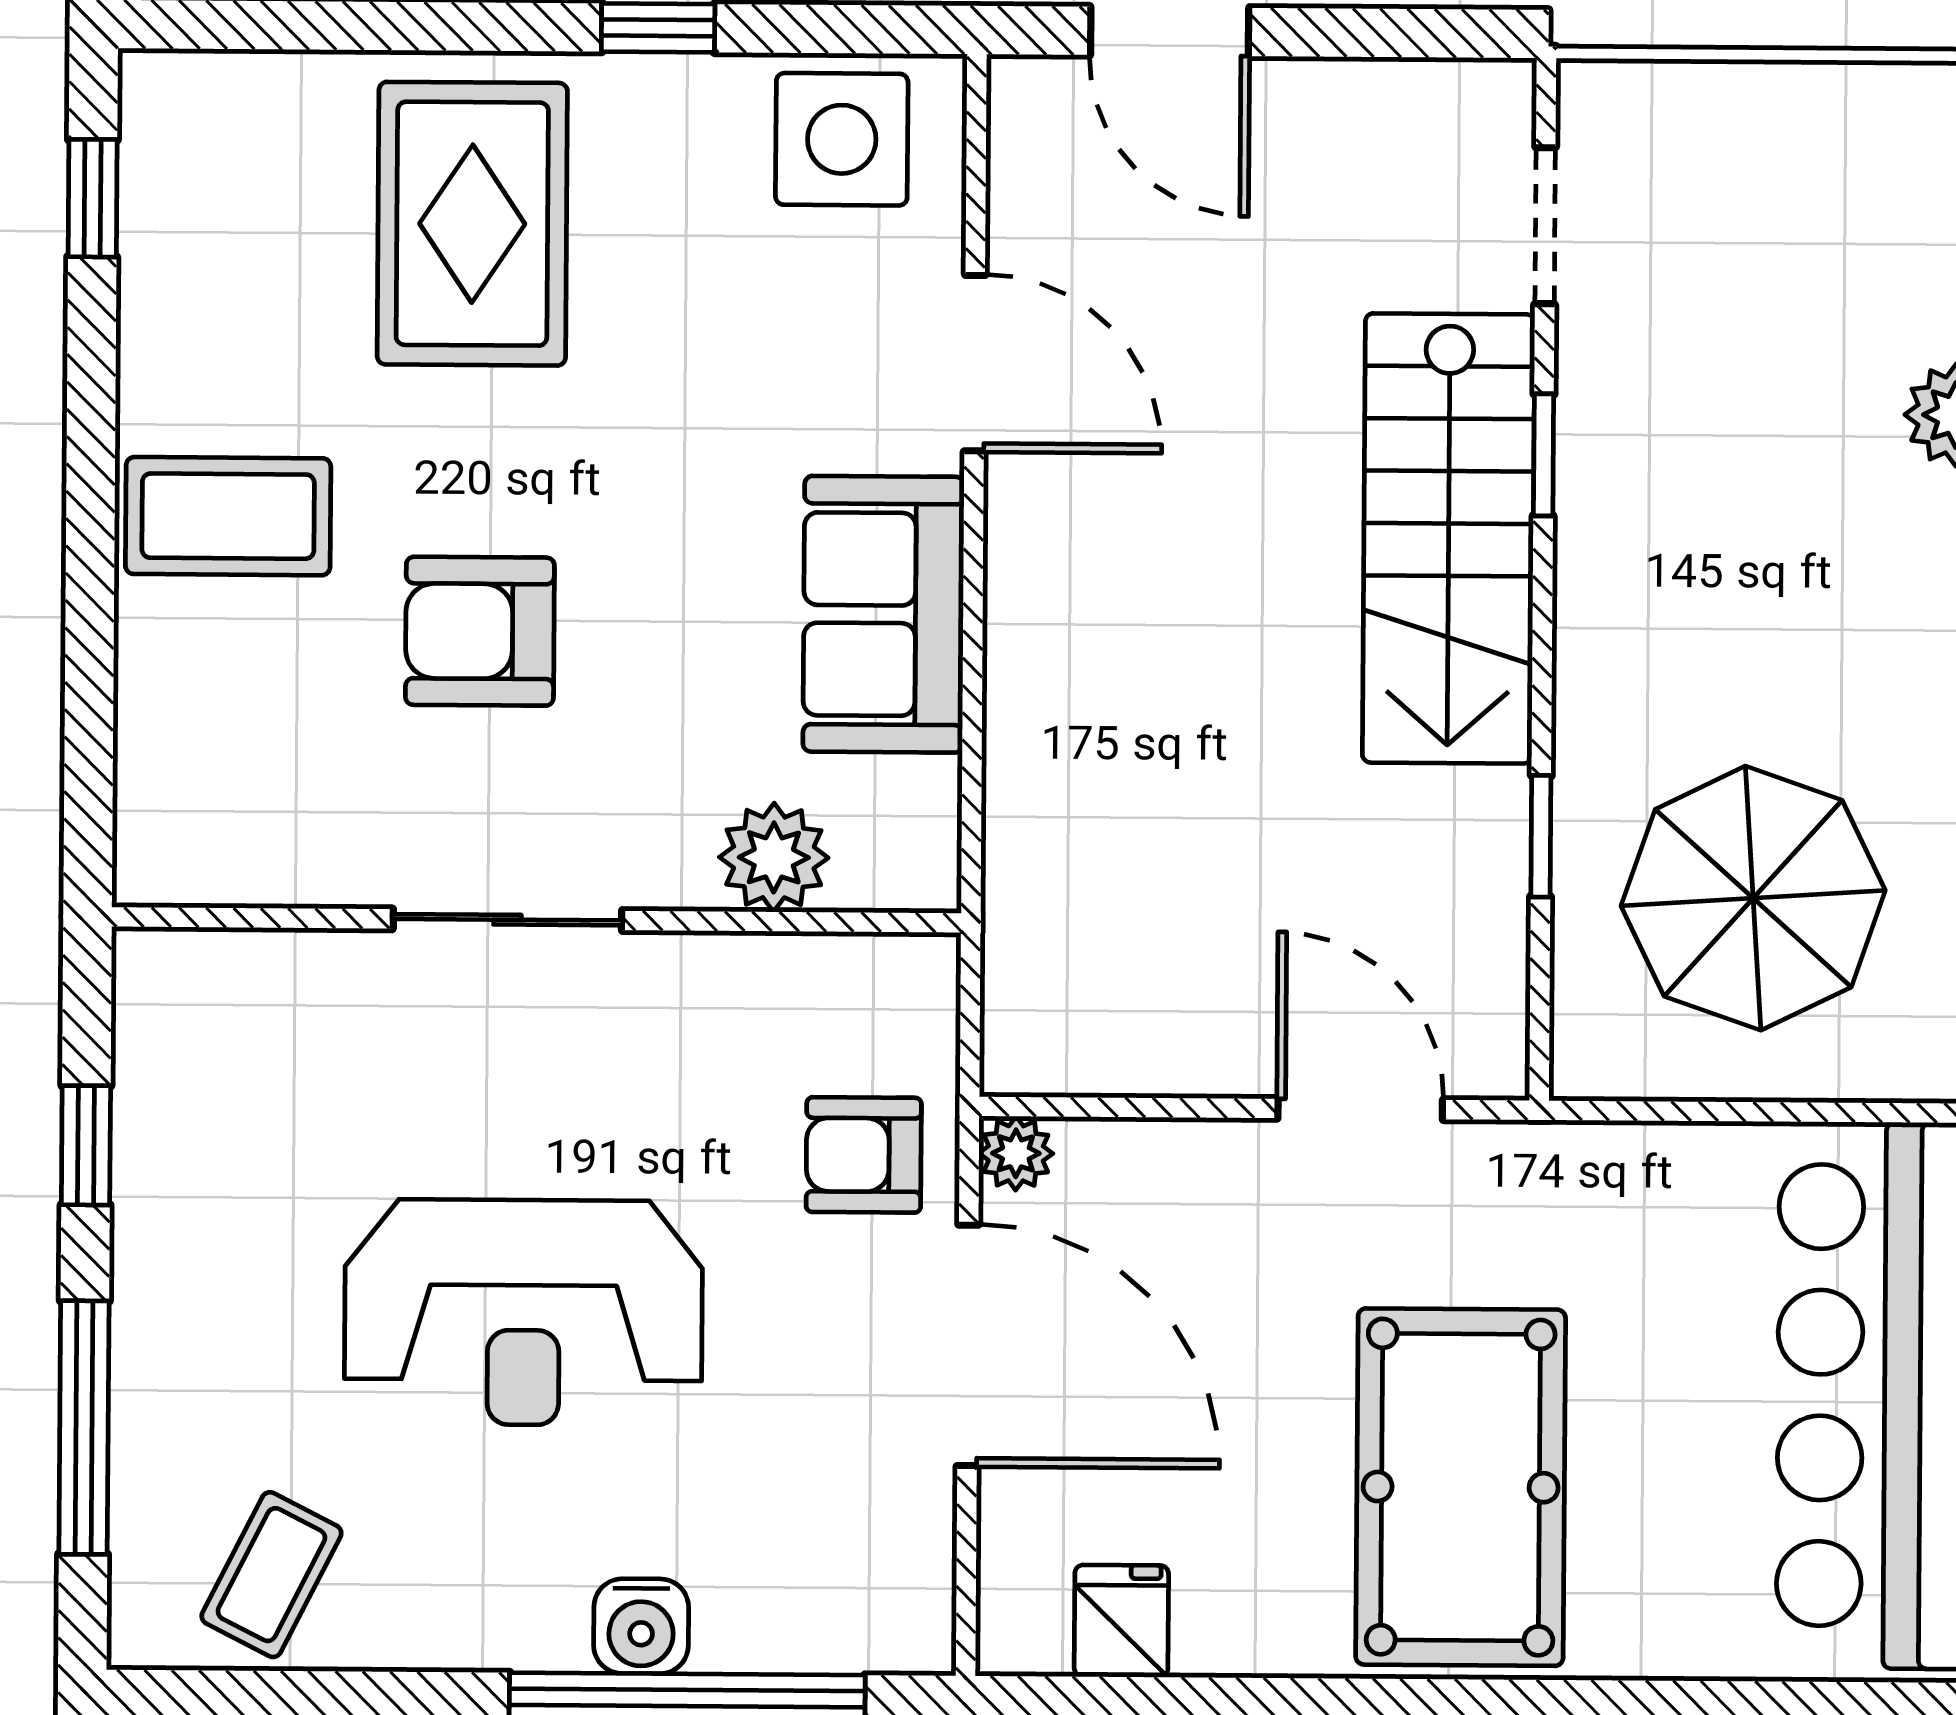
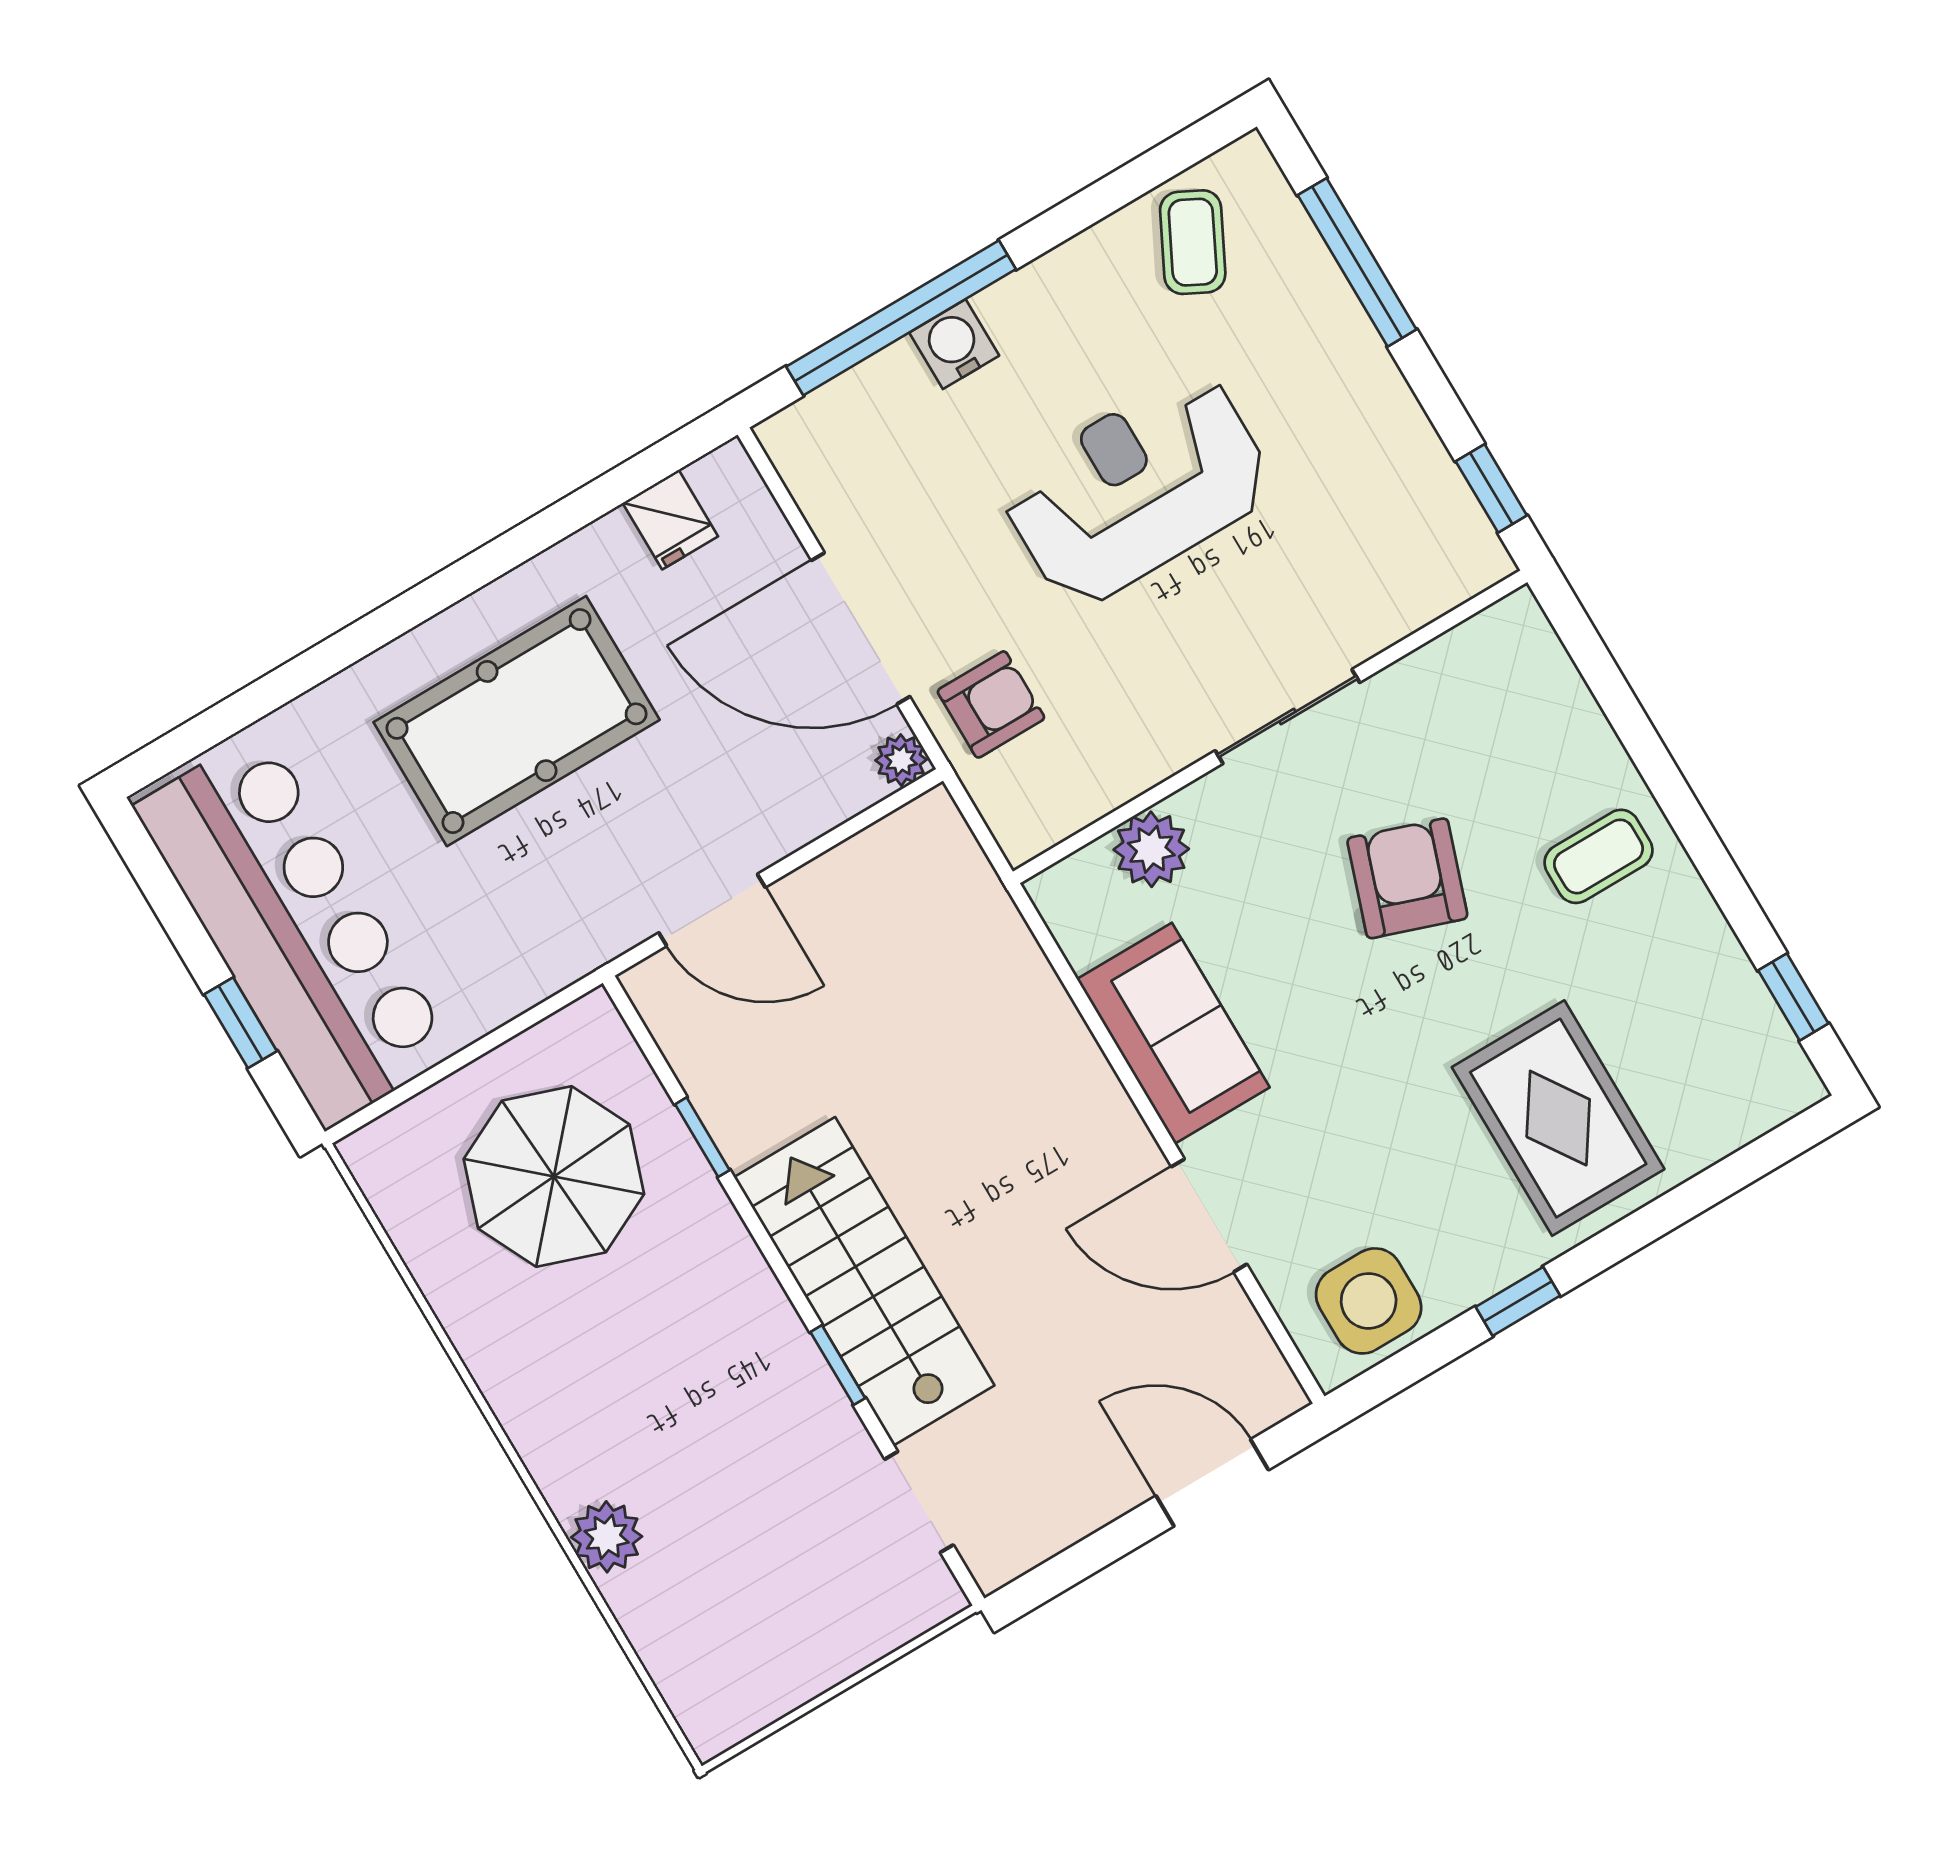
coffee table: (228, 516) -> (1598, 856), width x0.73, depth x0.77
armchair: (480, 631) -> (1407, 878), turned -71
window: (86, 1145) -> (1491, 488), moved
pool table: (1461, 1487) -> (517, 721), turned 90

